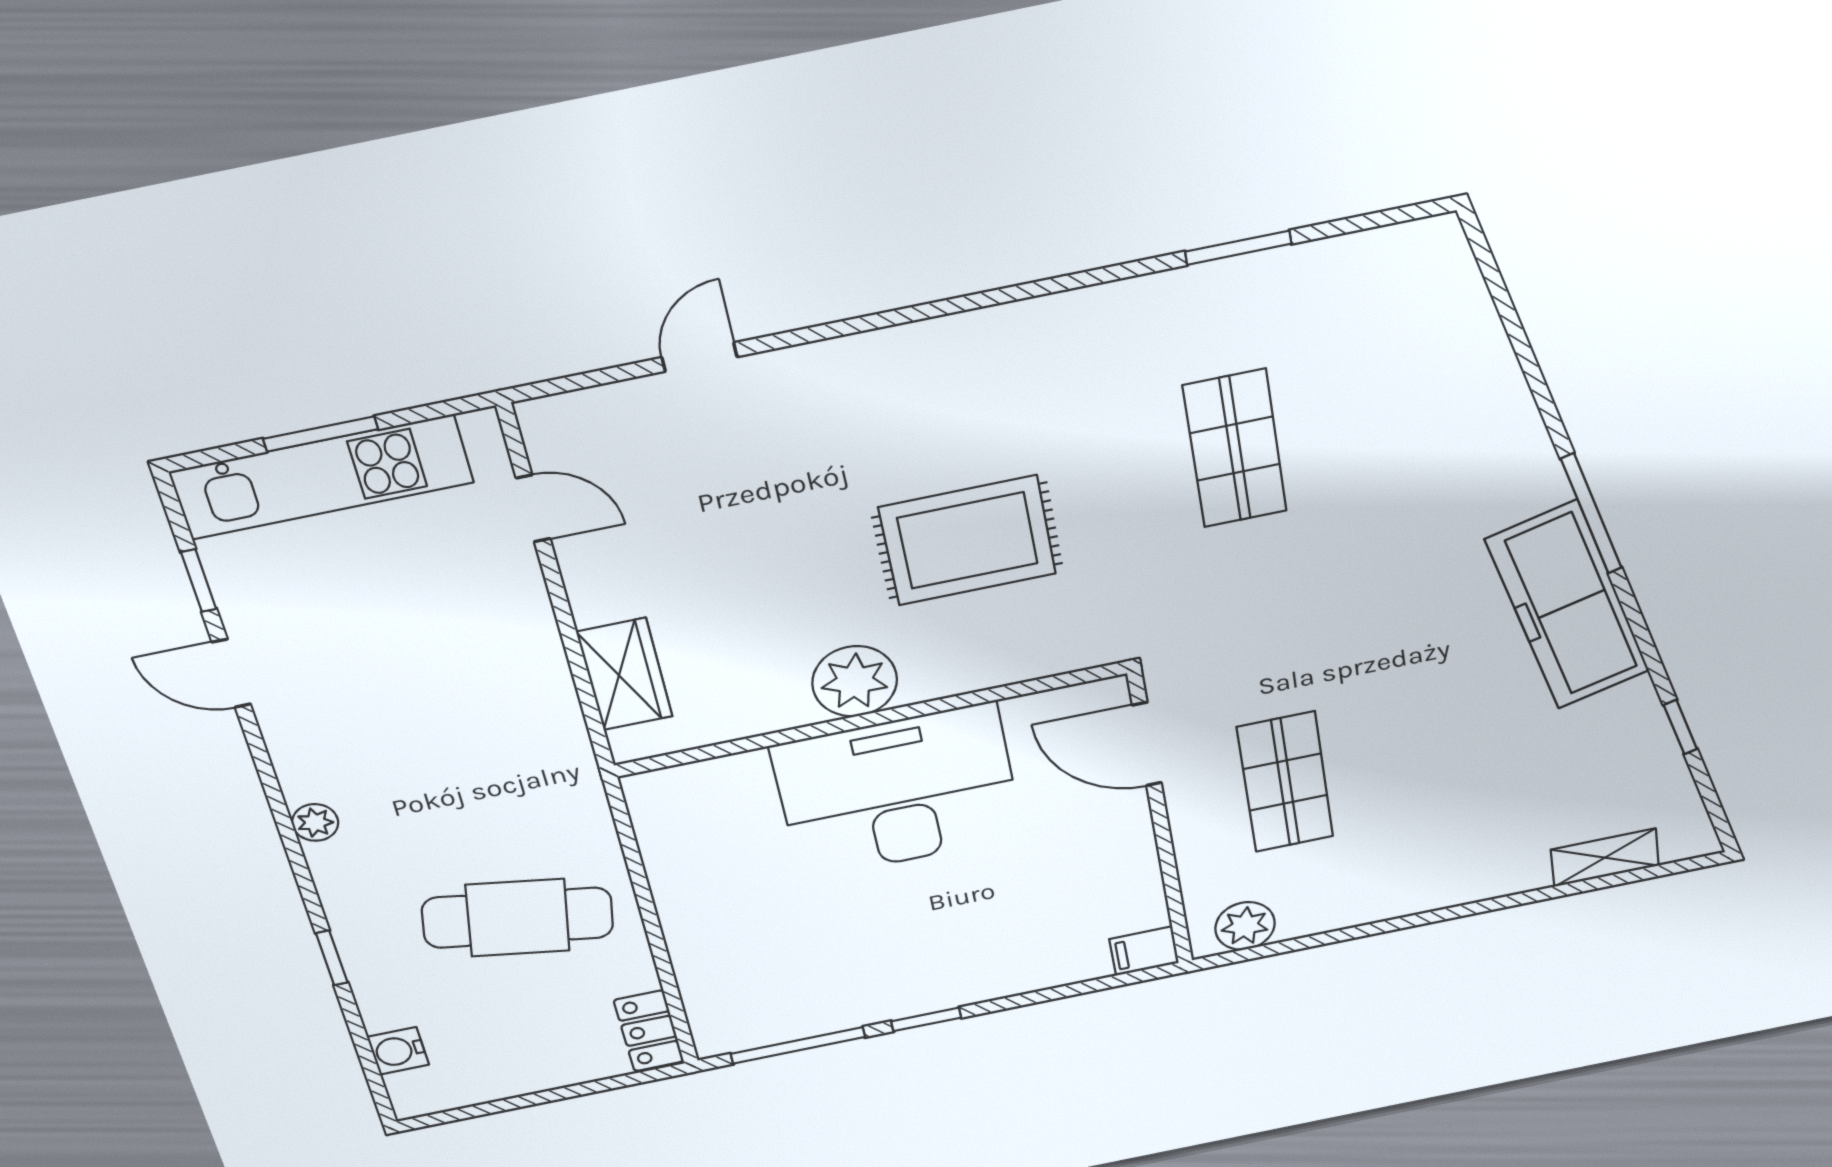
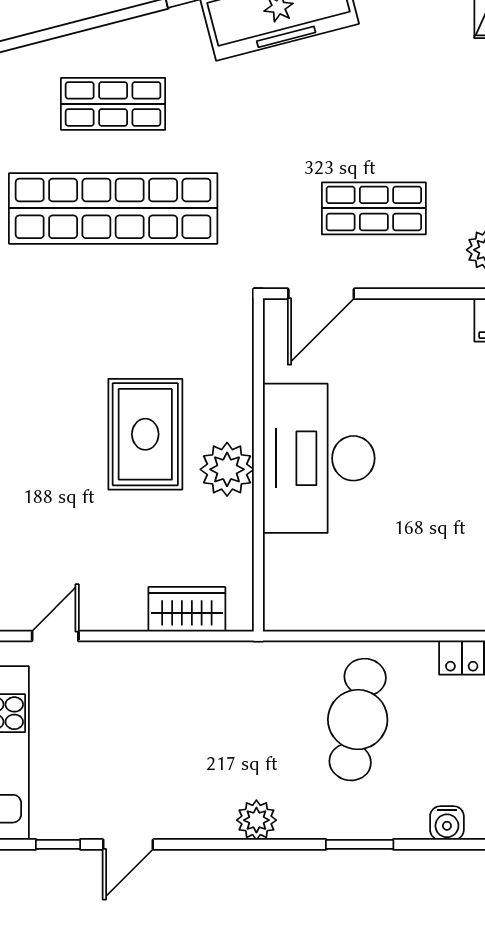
shop shelf: (1401, 415) -> (113, 104), added
shop shelf: (1235, 449) -> (113, 208), width x2.00, depth x1.36
rug: (968, 541) -> (145, 434), moved
plant: (315, 823) -> (256, 820), width x1.38, depth x1.38
window: (332, 958) -> (360, 844), width x1.50

